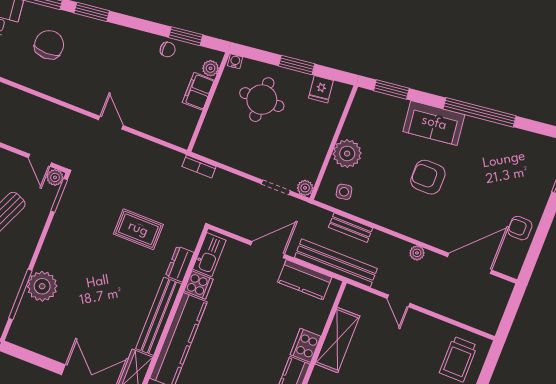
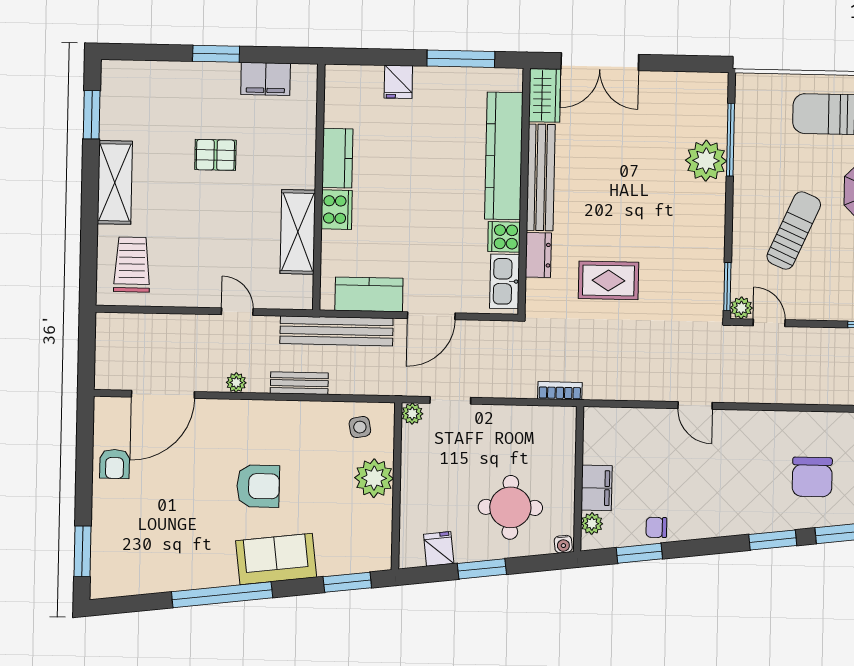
bench: (351, 228) -> (299, 383), moved
armchair: (520, 228) -> (115, 464), turned 90

